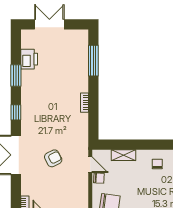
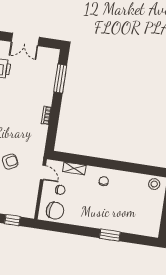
double door: (49, 24) -> (25, 39), swing flipped
chair: (99, 178) -> (60, 190), moved

